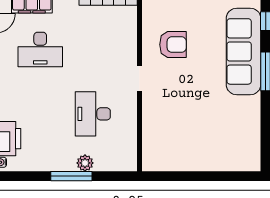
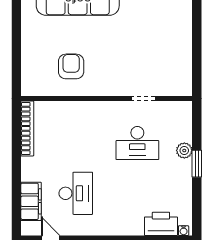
doorway: (139, 79) -> (143, 98), moved
window: (71, 176) -> (197, 164), width x0.69

